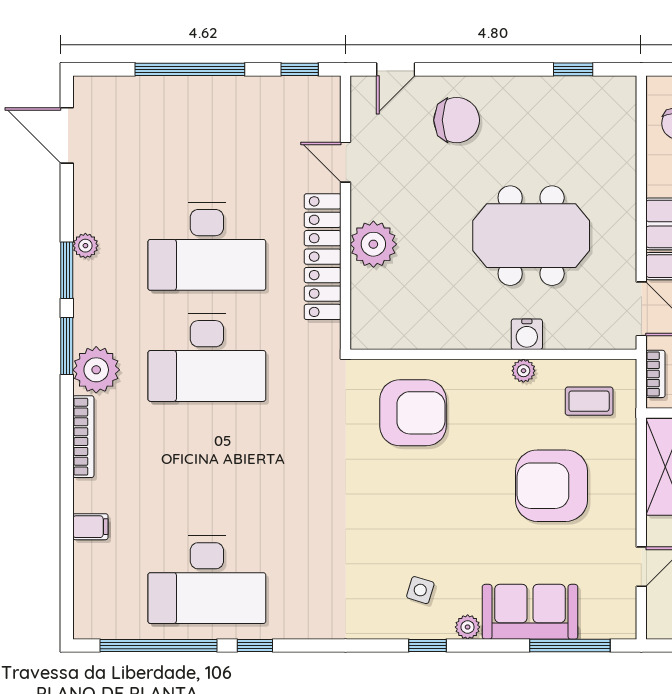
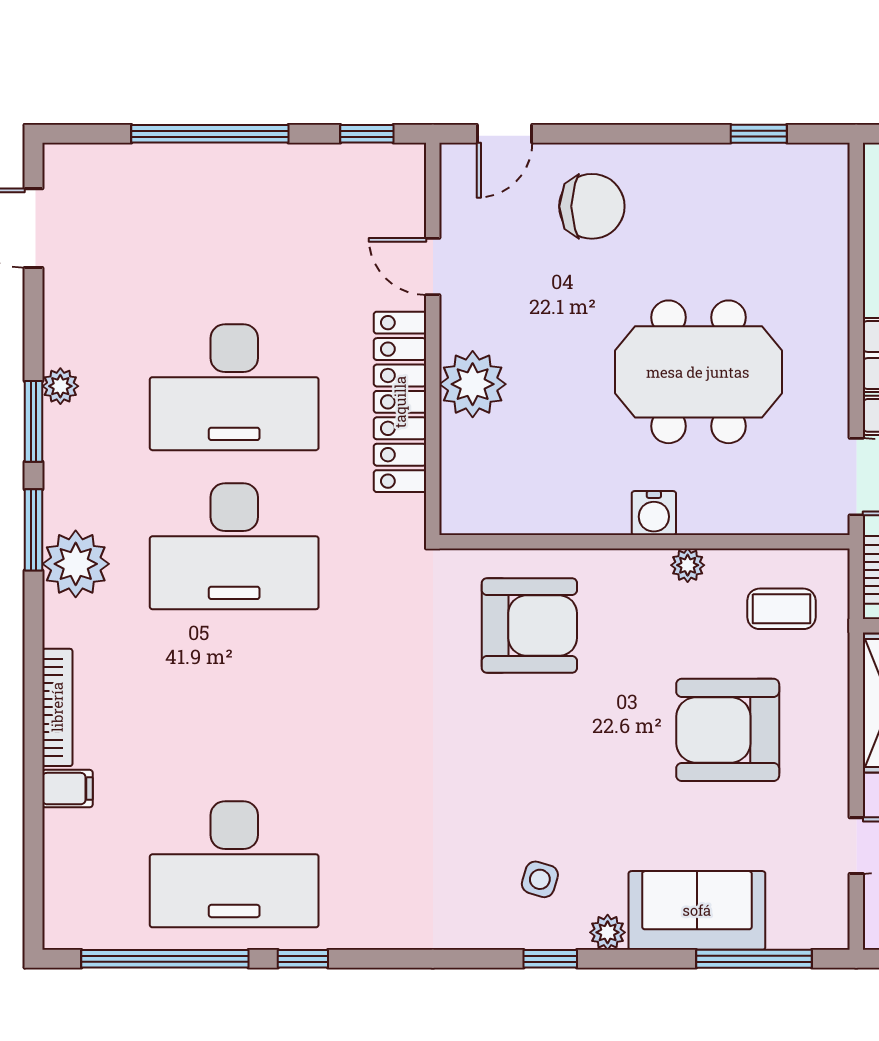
water cooler: (527, 334) -> (654, 513), moved
bookcase: (83, 437) -> (57, 707), moved

